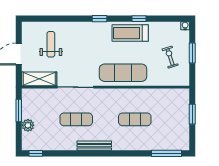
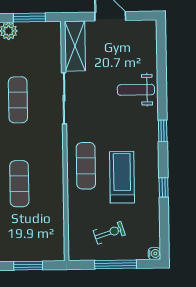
treadmill: (130, 33) -> (122, 177), moved
weight bench: (51, 44) -> (136, 90), moved, turned 180
window: (192, 53) -> (116, 264), width x1.44
exercise mat: (123, 73) -> (86, 166), width x0.73, depth x0.69

